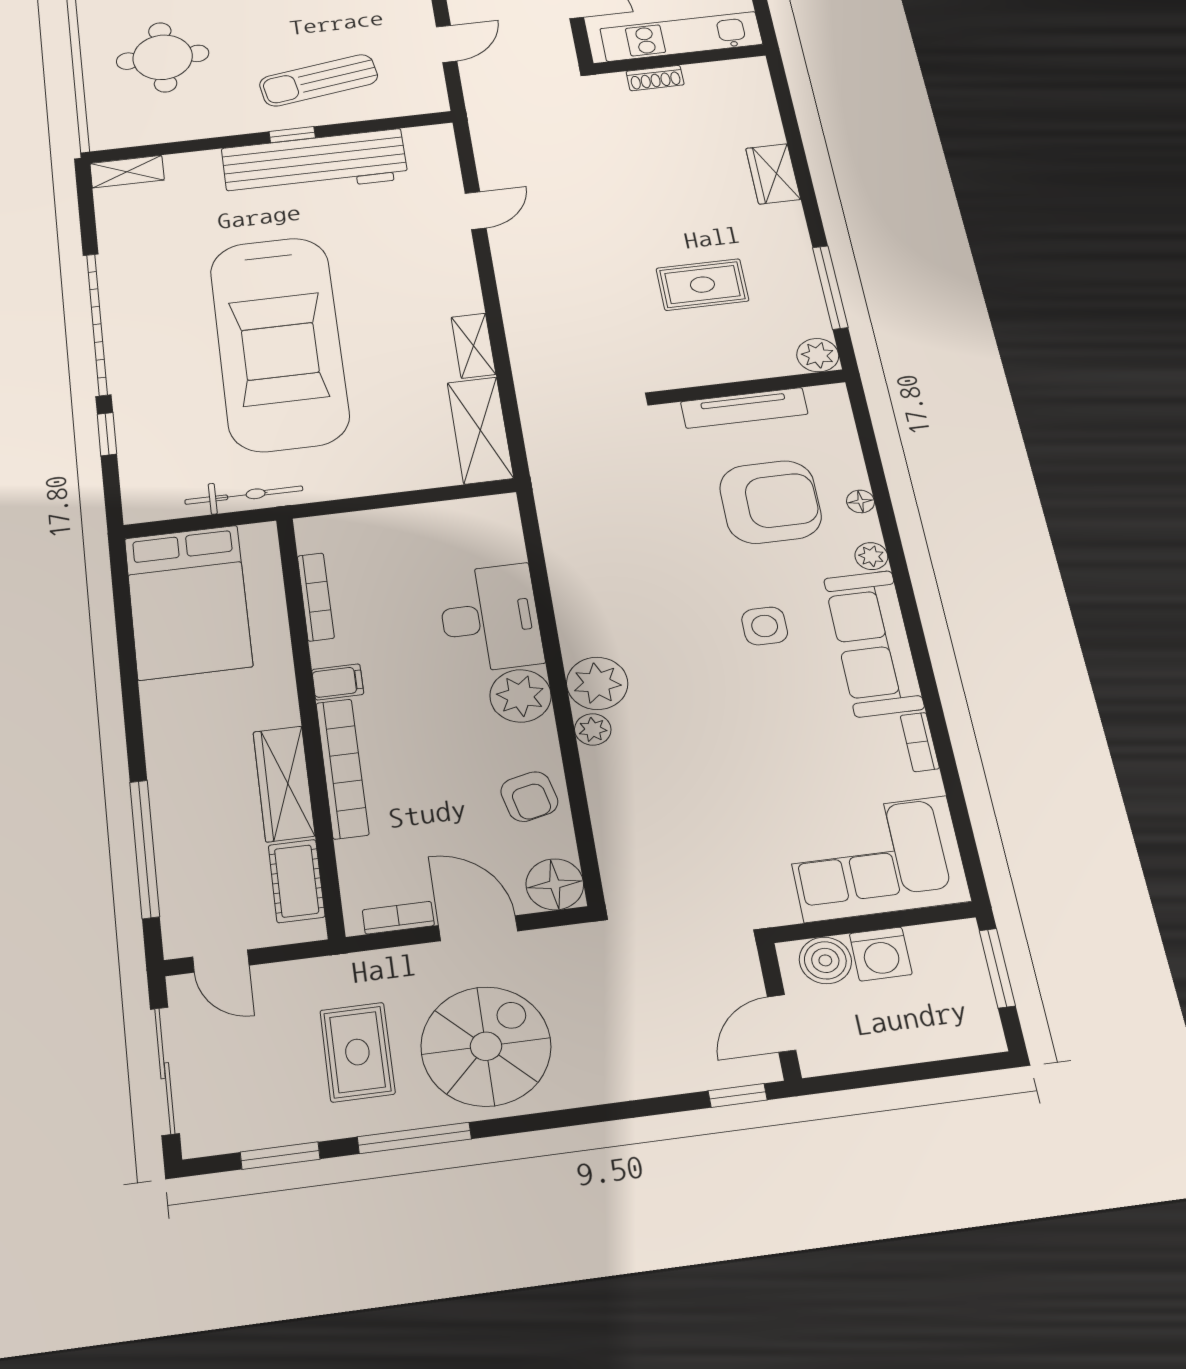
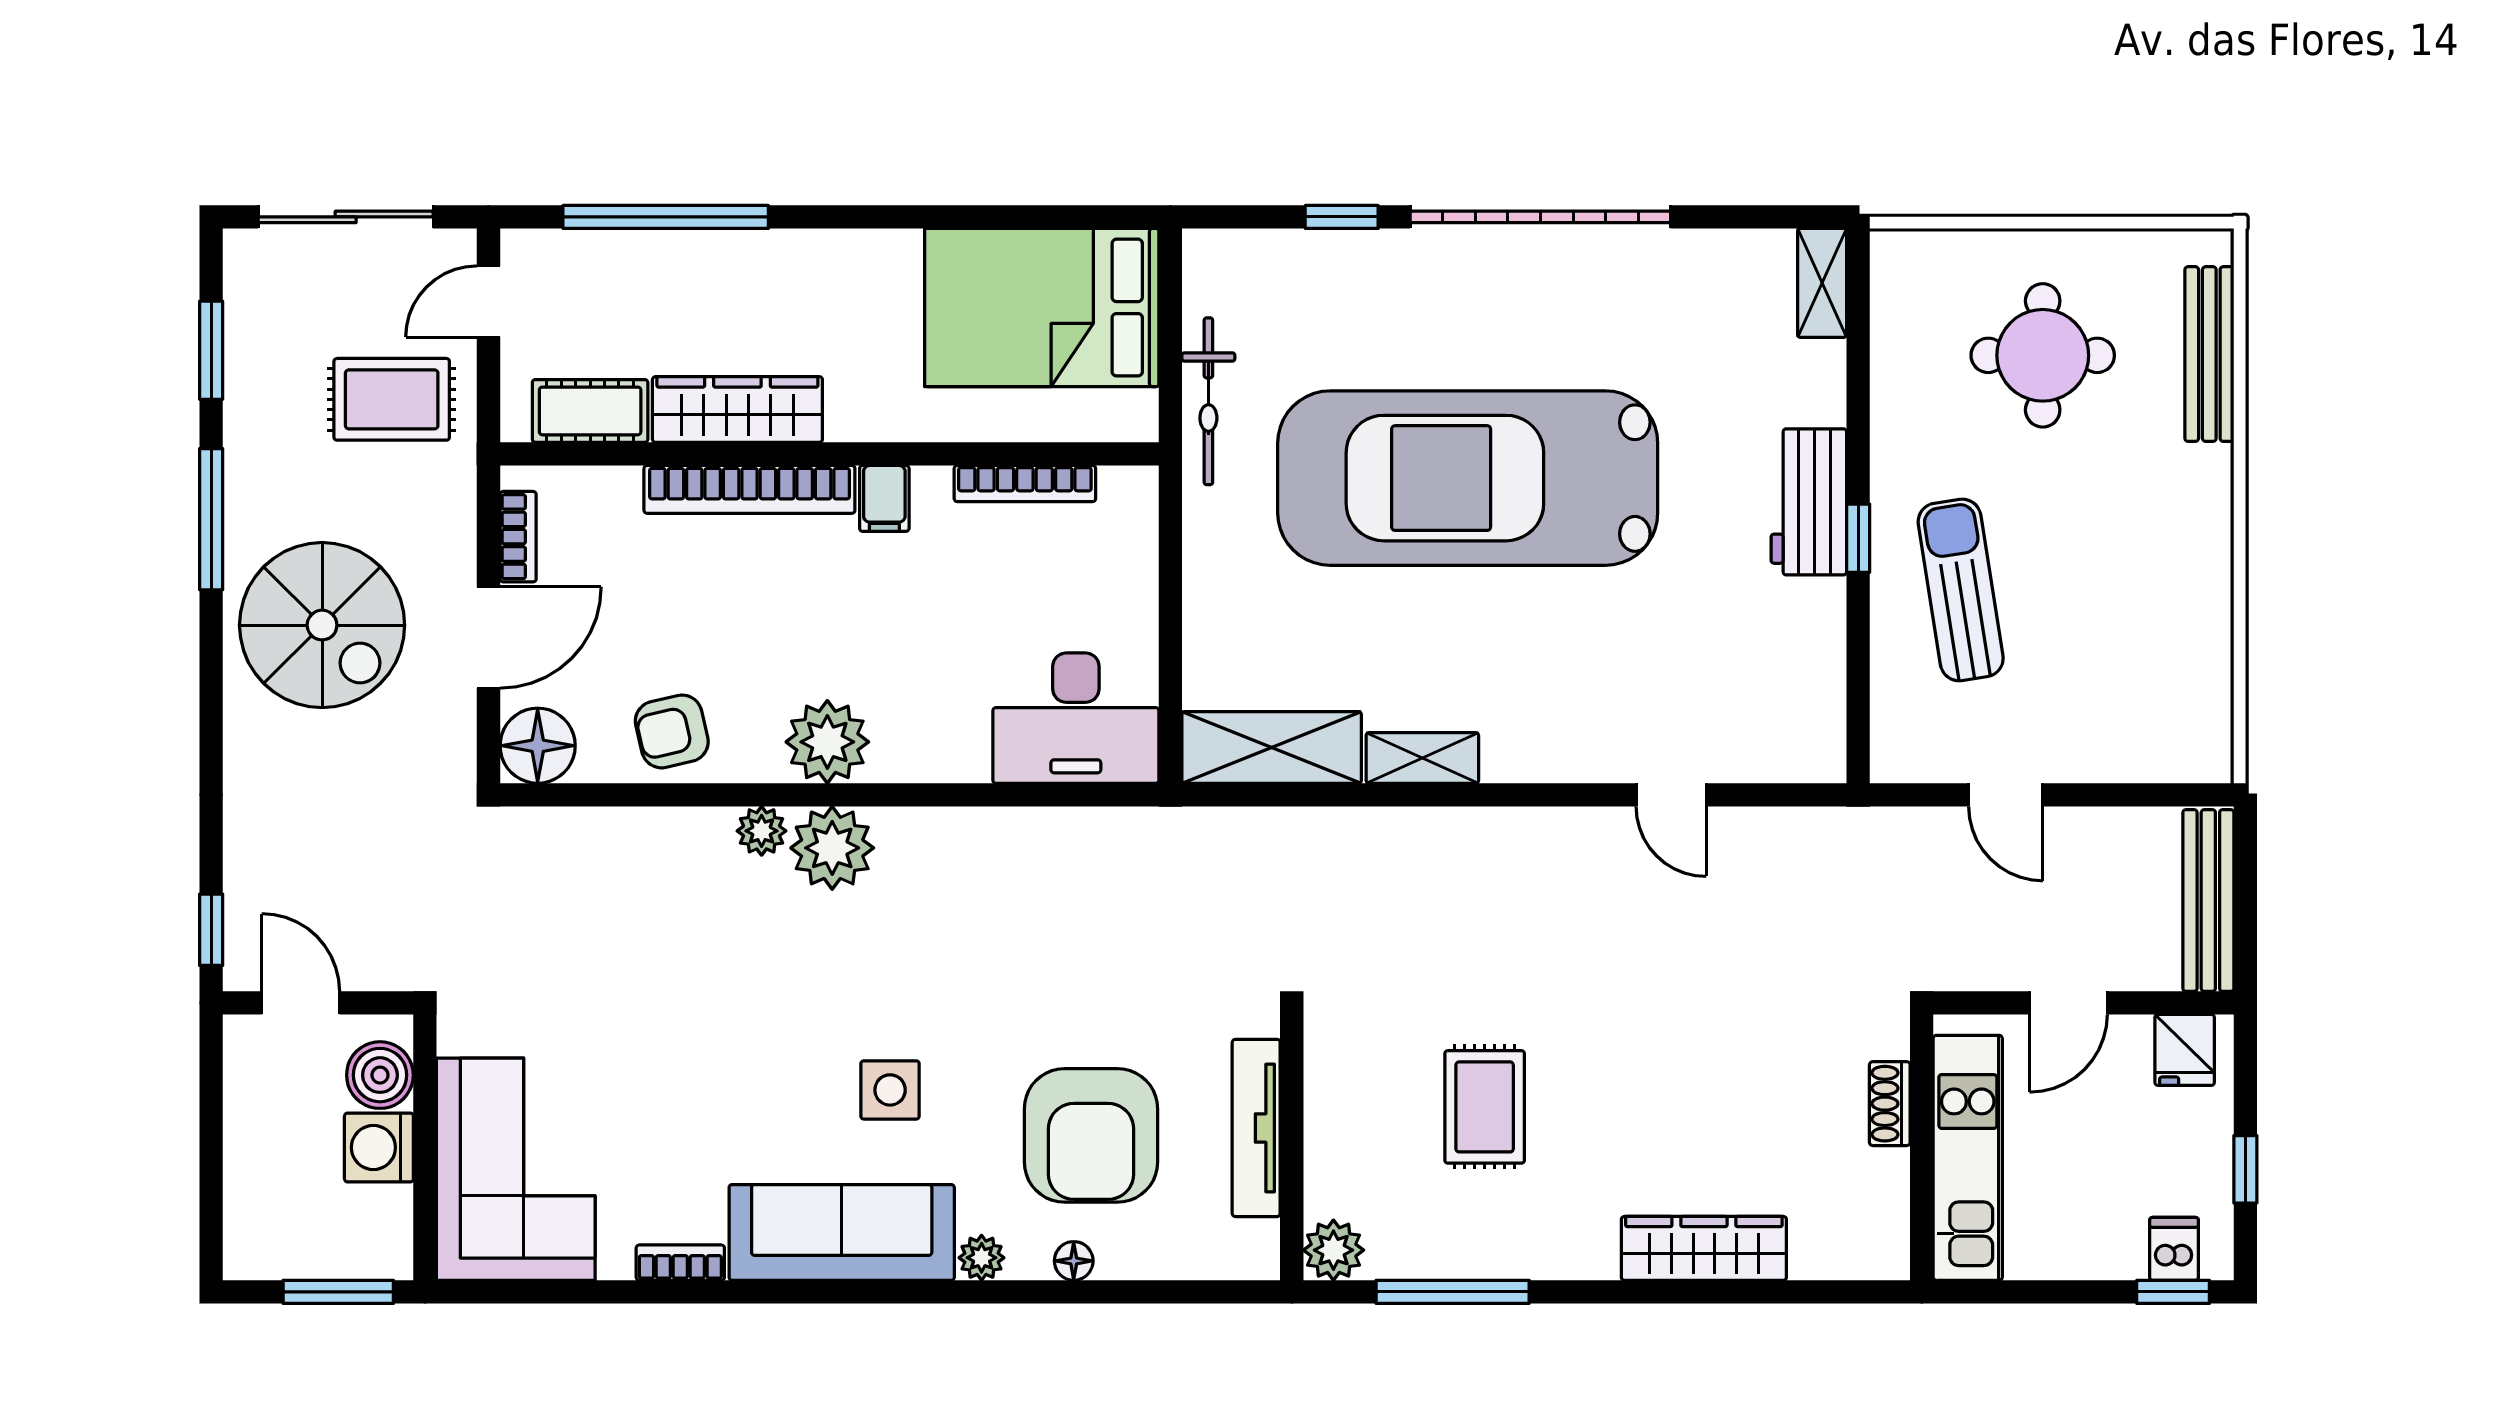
workbench: (315, 164) -> (1809, 502), width x0.53, depth x0.76
wardrobe: (773, 174) -> (1704, 1248), width x1.50
desk: (490, 618) -> (1076, 718), moved
rug: (357, 1052) -> (392, 399), moved

